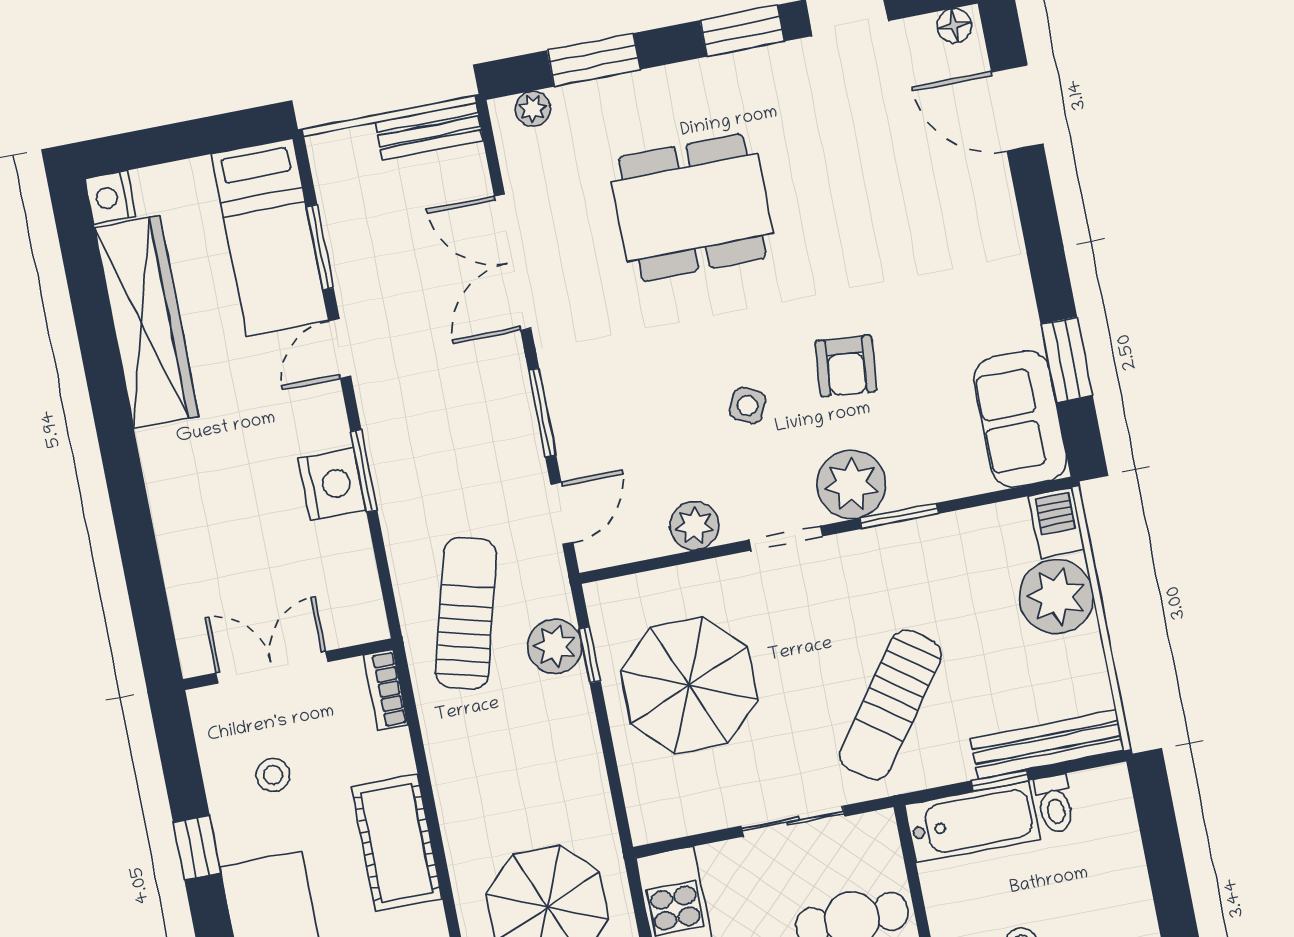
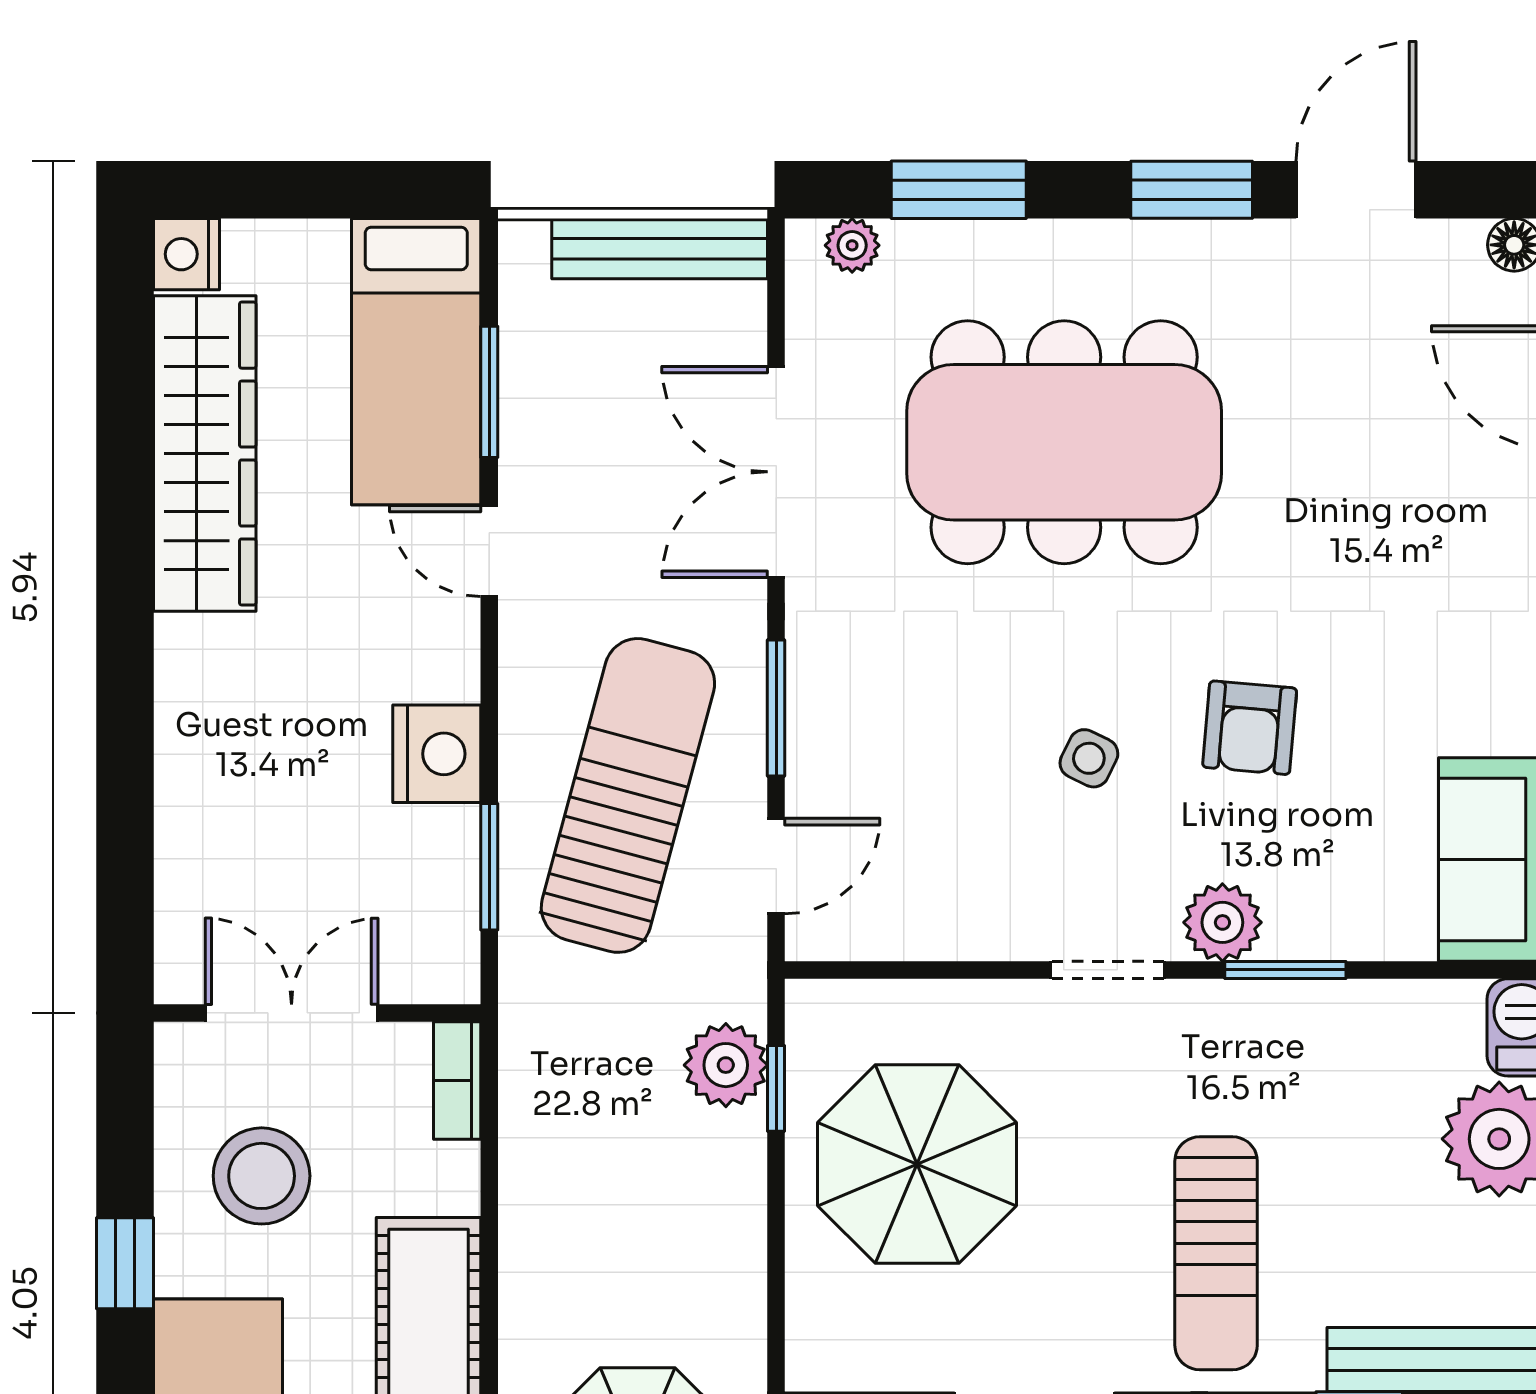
bench: (429, 131) -> (660, 249), width x1.36
dining table: (692, 207) -> (1064, 442), width x1.36, depth x1.24
door: (340, 349) -> (489, 551), hinge flipped
window: (364, 471) -> (489, 867), moved
plant: (851, 484) -> (1222, 922), width x0.73, depth x0.73
plant: (694, 526) -> (973, 924), removed
sun lounger: (466, 613) -> (628, 795), moved, width x1.36, depth x1.34
sun lounger: (890, 705) -> (1216, 1253), turned -36
stool: (273, 775) -> (262, 1176), width x1.89, depth x1.89

